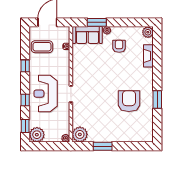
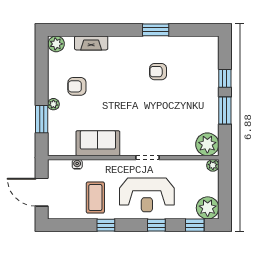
sofa: (87, 35) -> (98, 143), moved, turned -90
coffee table: (42, 47) -> (95, 198), moved
armchair: (129, 101) -> (158, 72), width x0.53, depth x0.53
window: (124, 146) -> (225, 78), added

